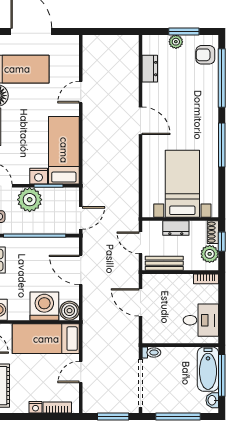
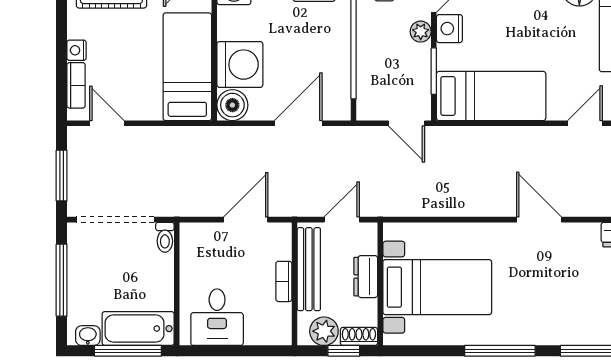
door: (81, 92) -> (585, 123), hinge flipped
door: (140, 121) -> (539, 220), swing flipped
nightstand: (39, 176) -> (449, 29), moved
plant: (30, 200) -> (421, 32), width x0.53, depth x0.53
door: (81, 218) -> (406, 123), moved
bench: (164, 263) -> (309, 269), width x1.36
bookcase: (206, 279) -> (284, 281), moved
door: (81, 372) -> (107, 123), moved

